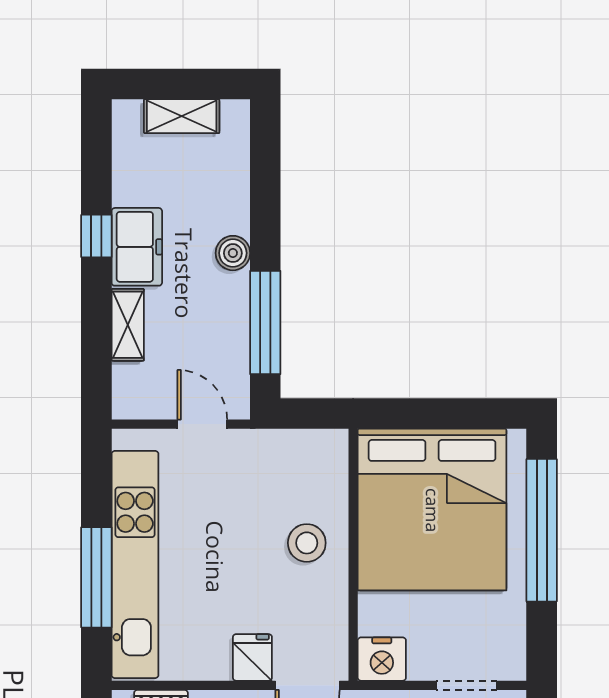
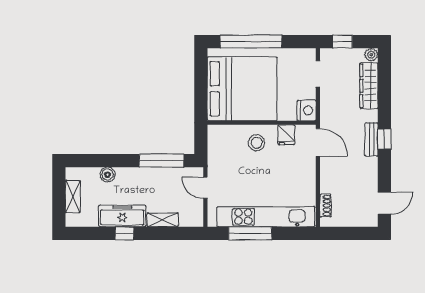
freezer: (137, 247) -> (122, 216), width x1.40
boiler: (233, 253) -> (108, 175), moved
door: (202, 424) -> (205, 188), hinge flipped
window: (96, 577) -> (250, 233), moved
fridge: (252, 657) -> (286, 135), moved, turned -90

